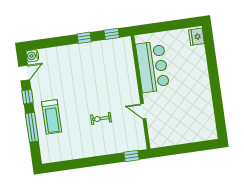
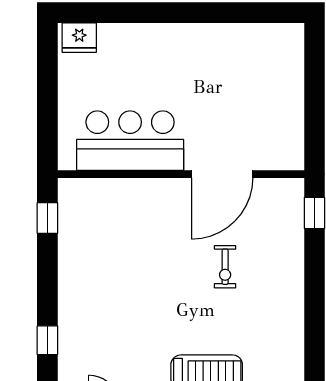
window: (84, 38) -> (47, 340), moved
door: (143, 111) -> (222, 174), width x1.88

